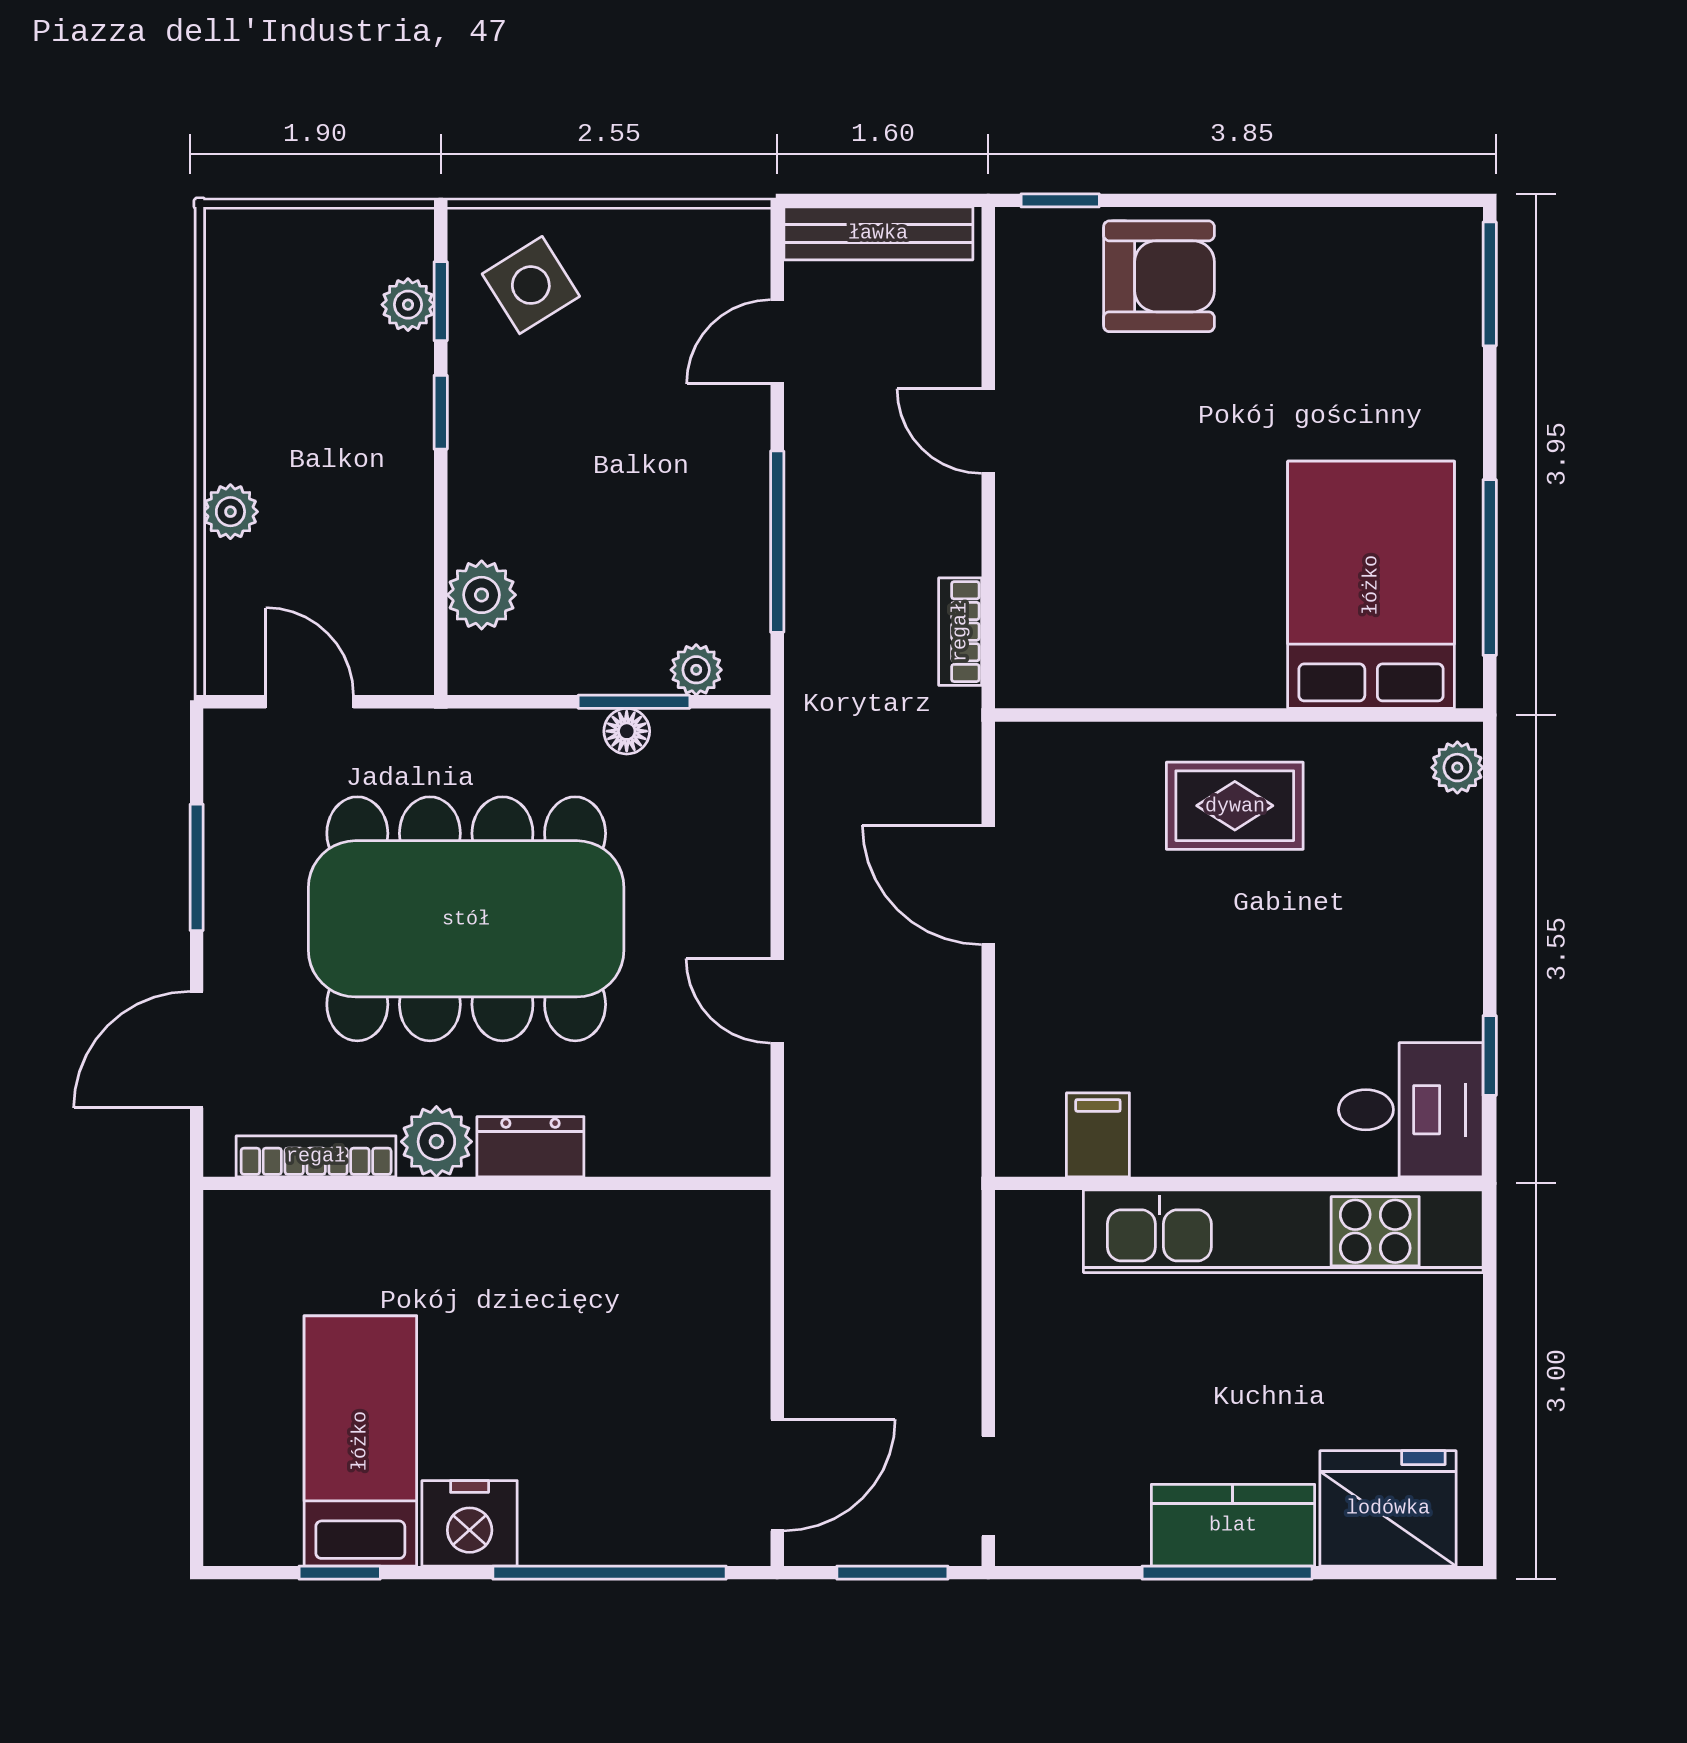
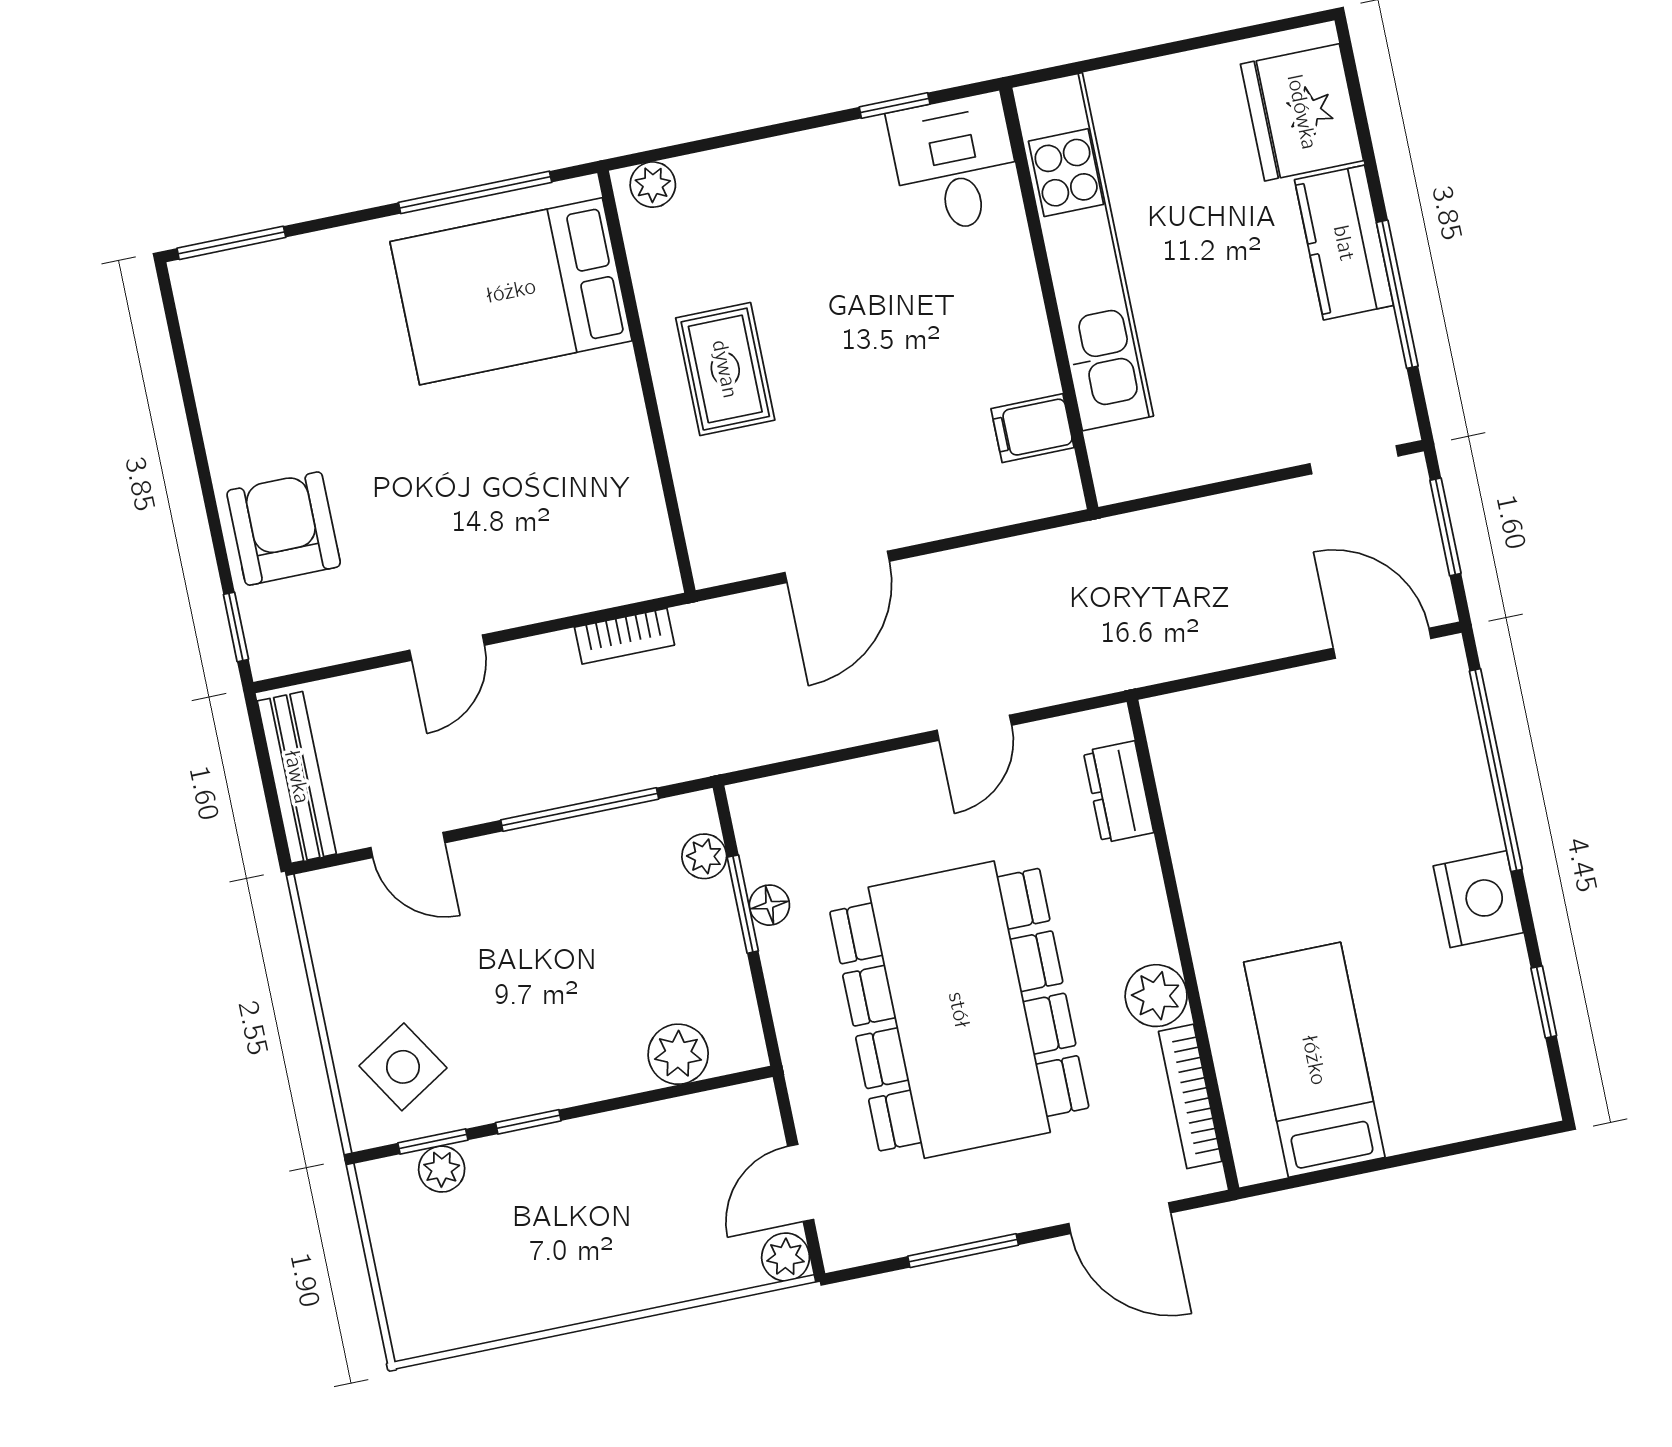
plant: (230, 512) -> (786, 1257), moved
dresser: (530, 1147) -> (1118, 792), moved
bed: (360, 1441) -> (1314, 1060), moved, turned 90
window: (1227, 1573) -> (1397, 294), moved

